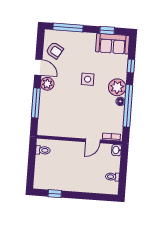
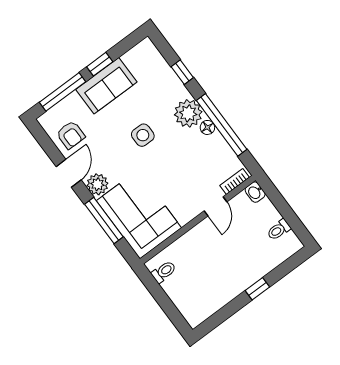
window: (107, 30) -> (100, 64), moved
sofa: (113, 44) -> (106, 86), moved
armchair: (55, 50) -> (71, 135), turned 60
door: (38, 67) -> (69, 173), hinge flipped
corner sofa: (54, 114) -> (139, 214), added
window: (55, 194) -> (257, 289), moved

